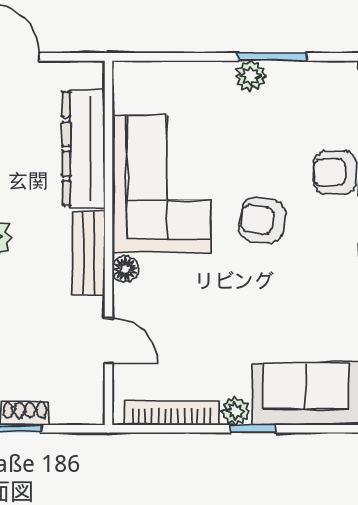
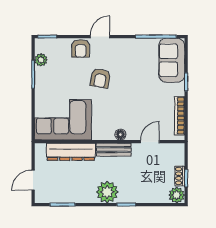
plant: (251, 76) -> (41, 60), moved
corner sofa: (161, 184) -> (63, 120), moved
plant: (235, 411) -> (179, 89), removed

